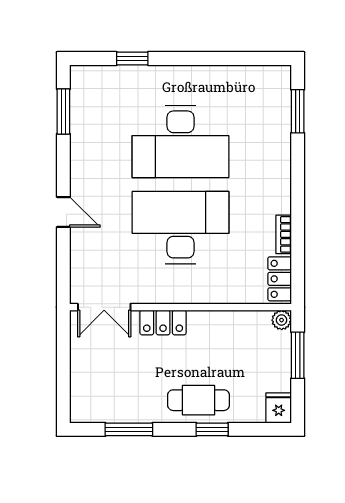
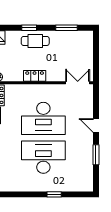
window: (132, 58) -> (54, 194), moved
window: (63, 111) -> (96, 155), moved
locker: (163, 323) -> (35, 76), moved

